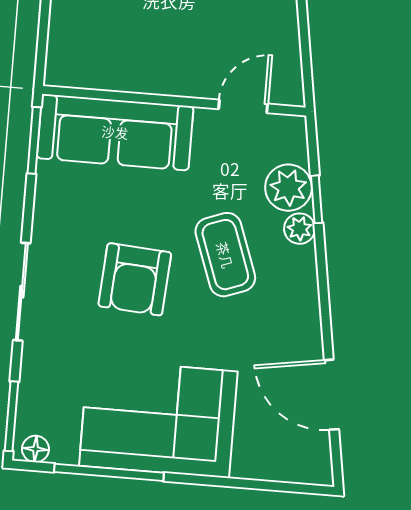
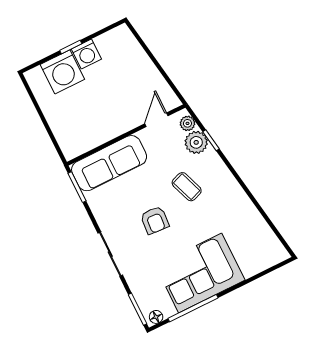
plant: (300, 229) -> (187, 123), moved
coffee table: (225, 255) -> (187, 187), width x0.73, depth x0.77
armchair: (135, 279) -> (155, 220), width x0.72, depth x0.72
door: (331, 395) -> (267, 219), removed

